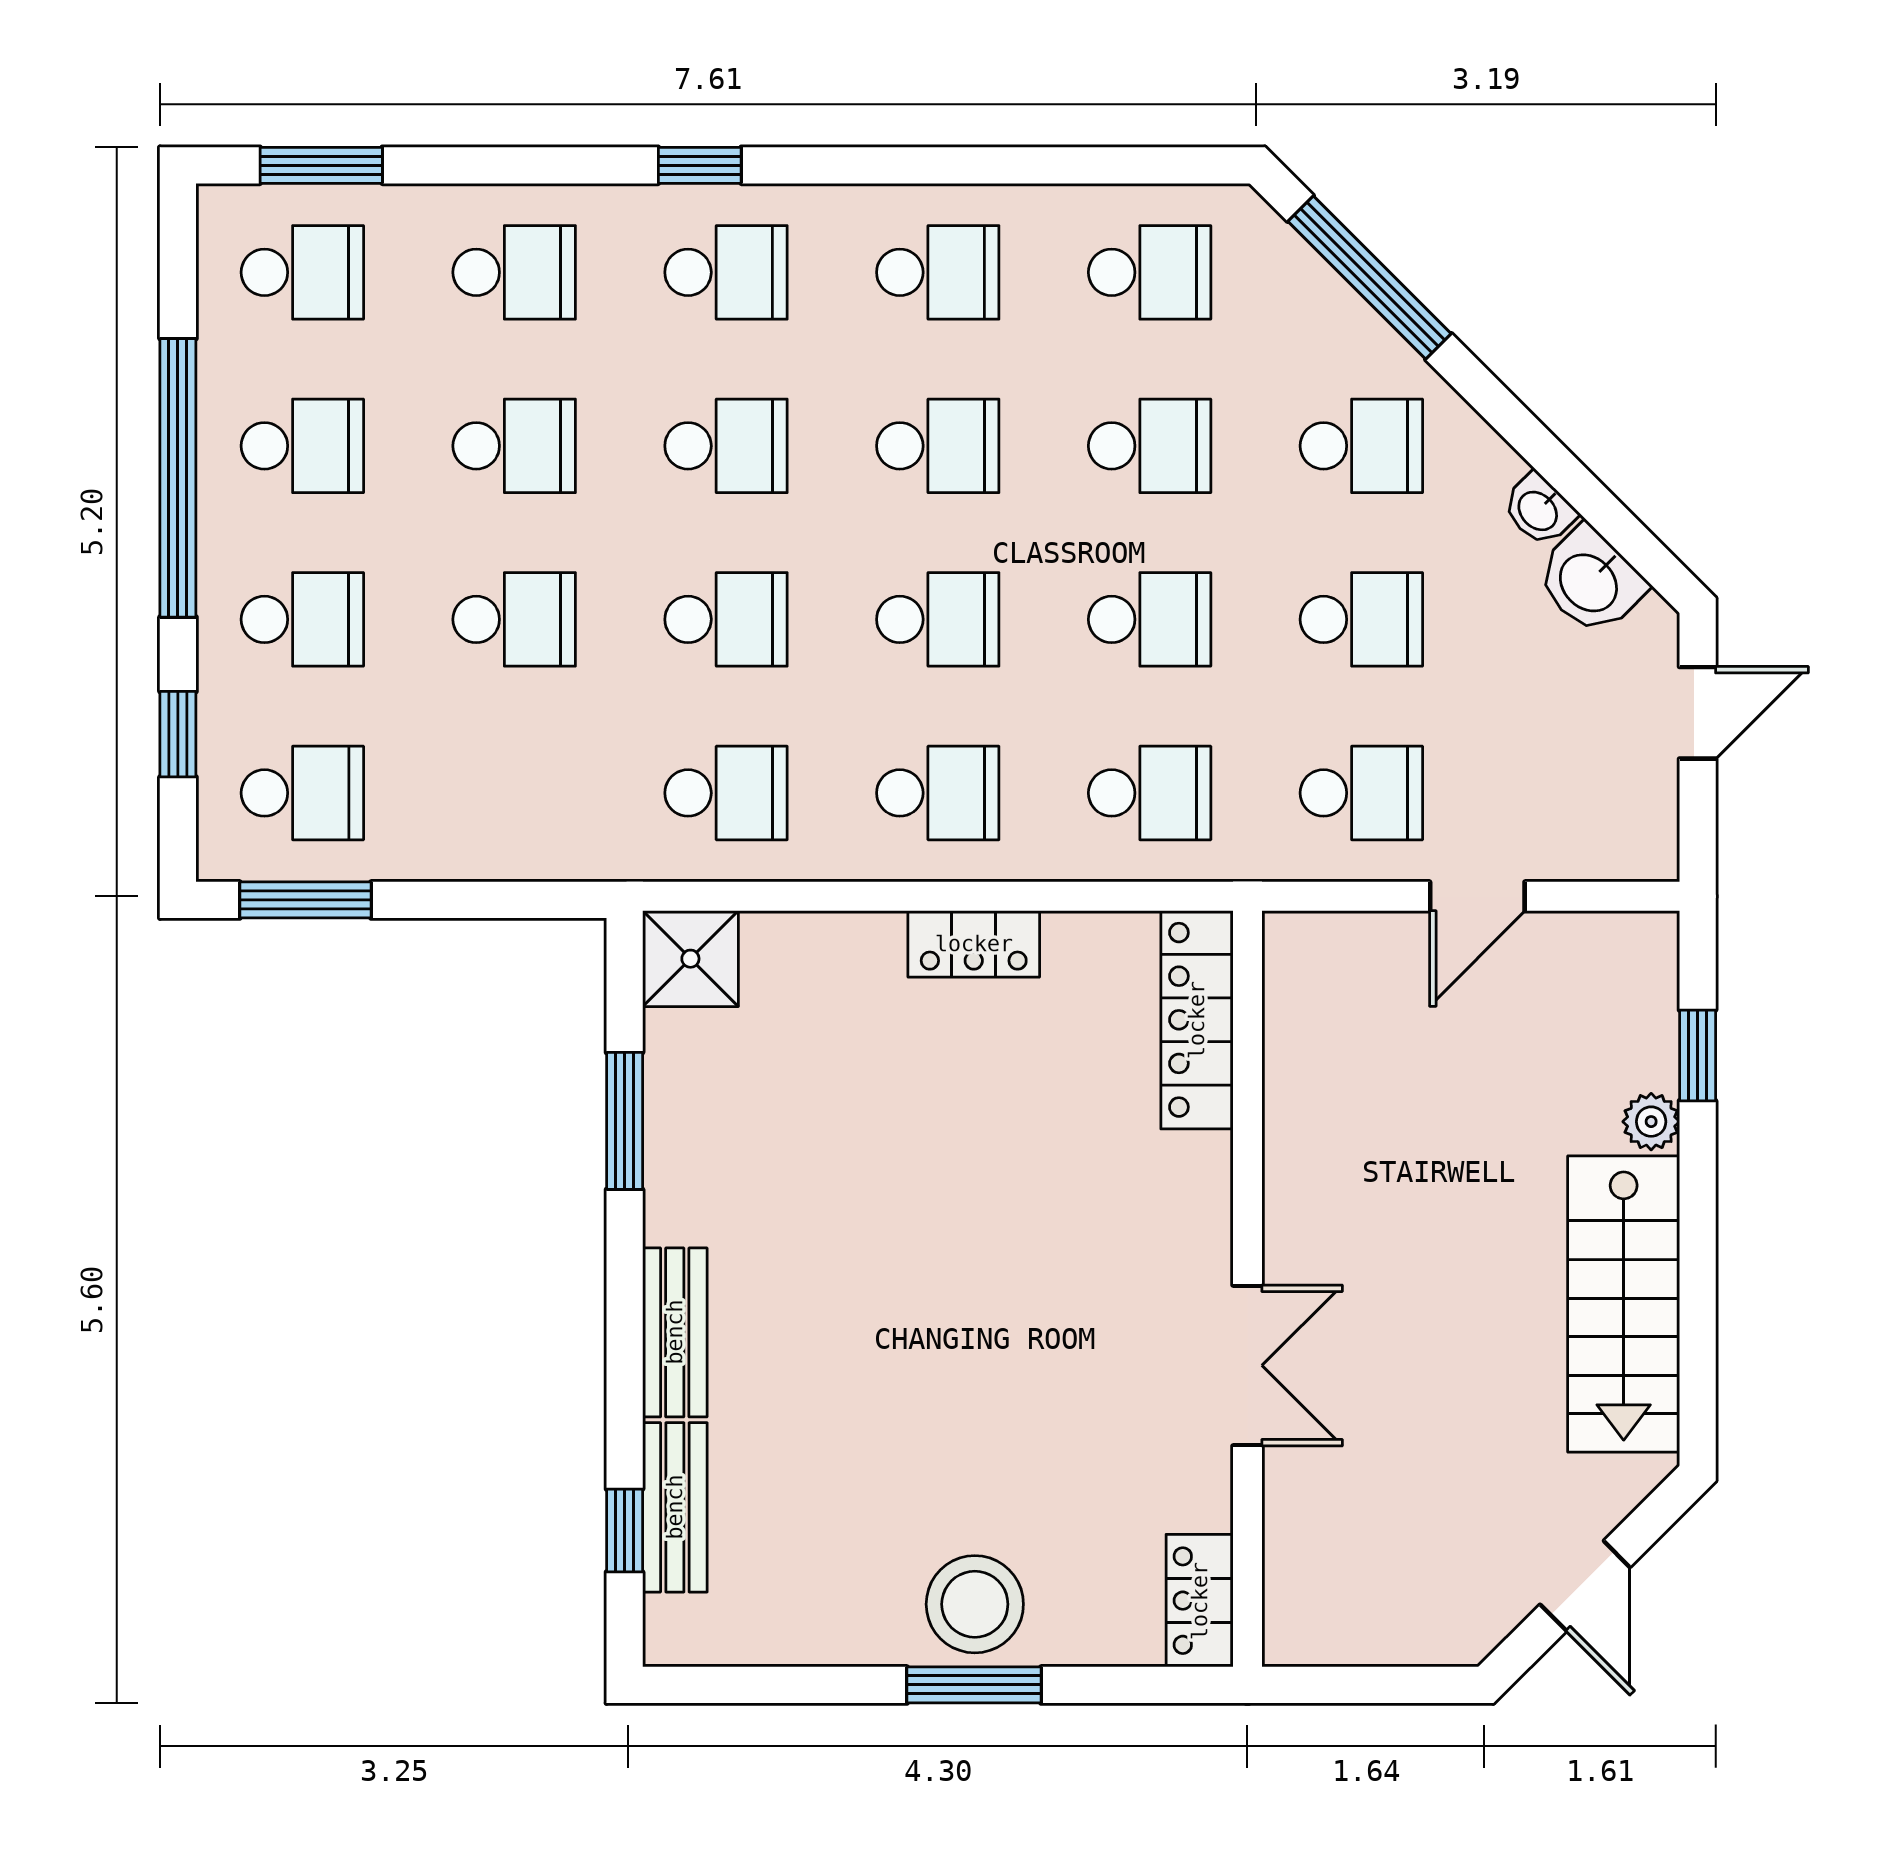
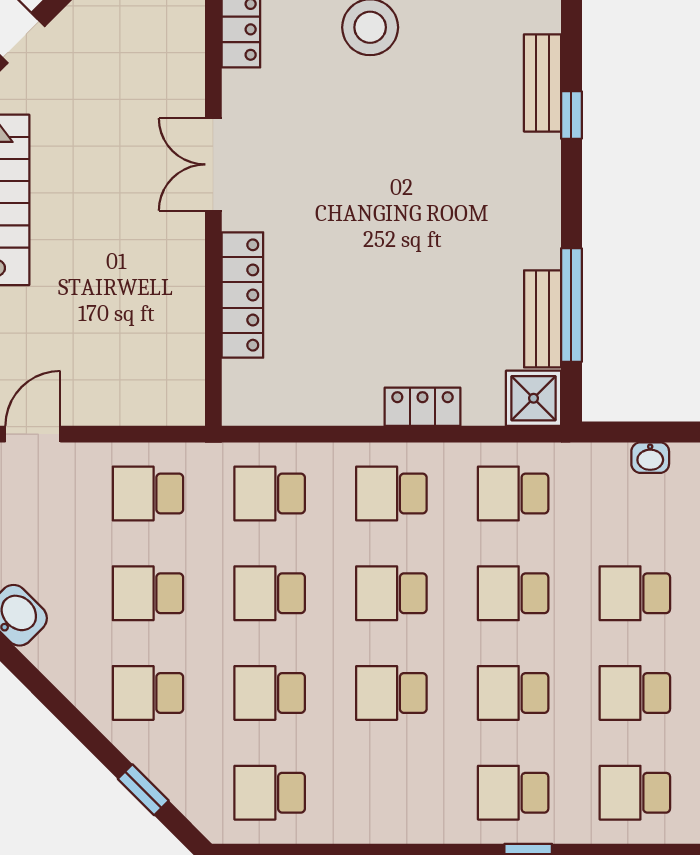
school desk: (938, 272) -> (391, 793), removed
window: (1370, 278) -> (143, 790), width x0.46
washbasin: (1539, 510) -> (650, 458), moved, turned 135
door: (1477, 896) -> (33, 434), moved
locker: (974, 944) -> (422, 407), moved
locker: (1197, 1020) -> (242, 295), moved
window: (625, 1121) -> (571, 305), width x1.44
bench: (675, 1332) -> (543, 319), moved
window: (625, 1531) -> (571, 115), moved

